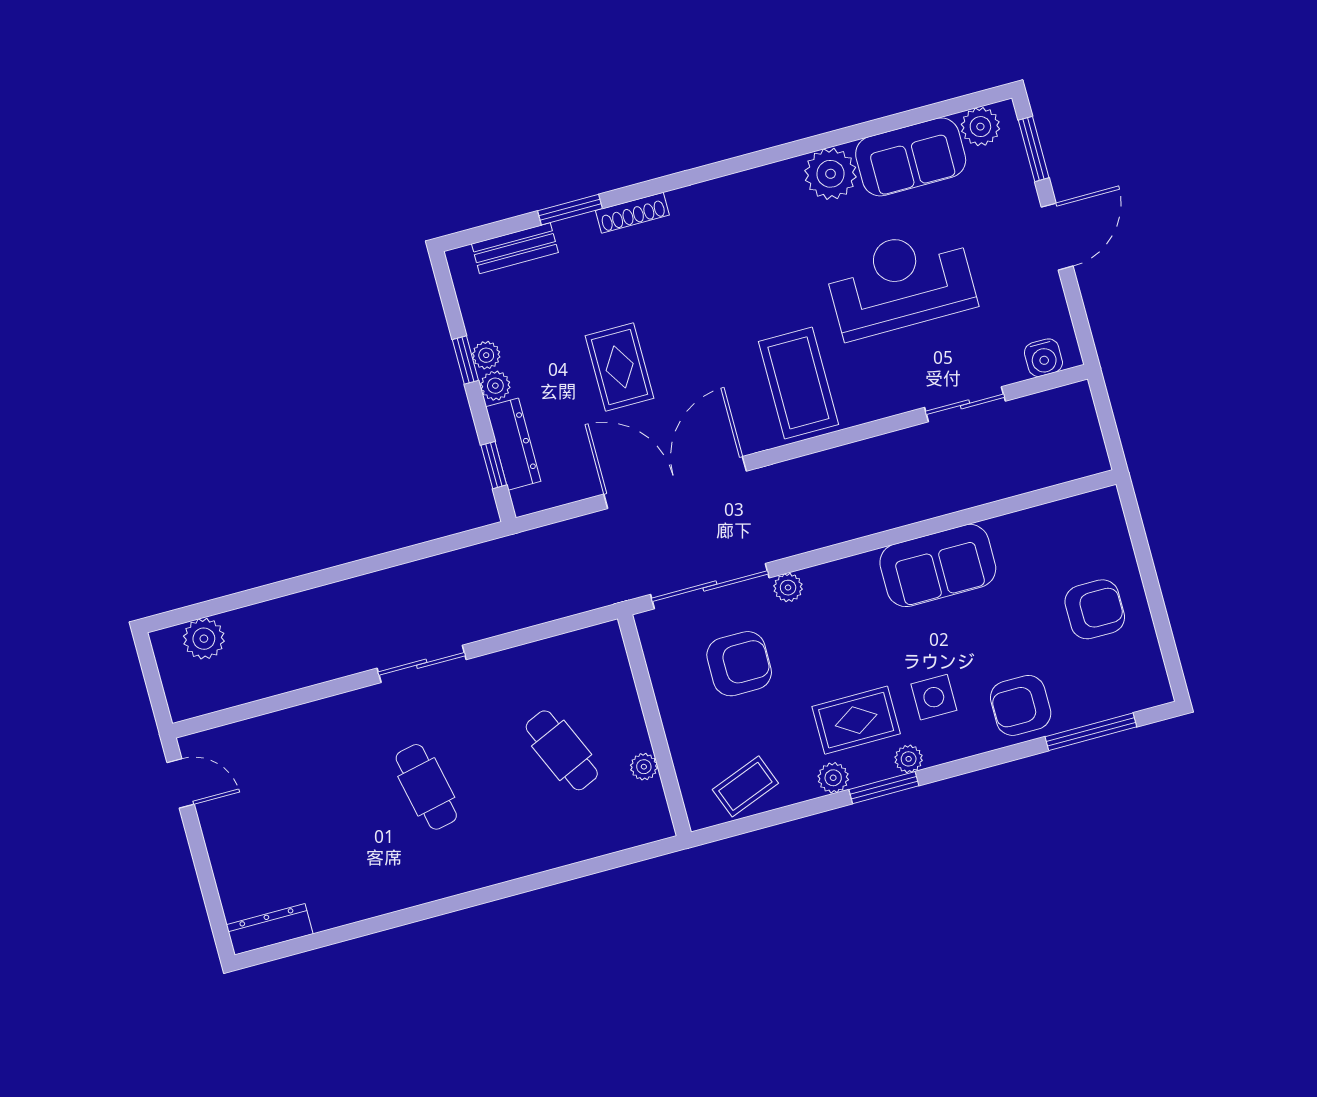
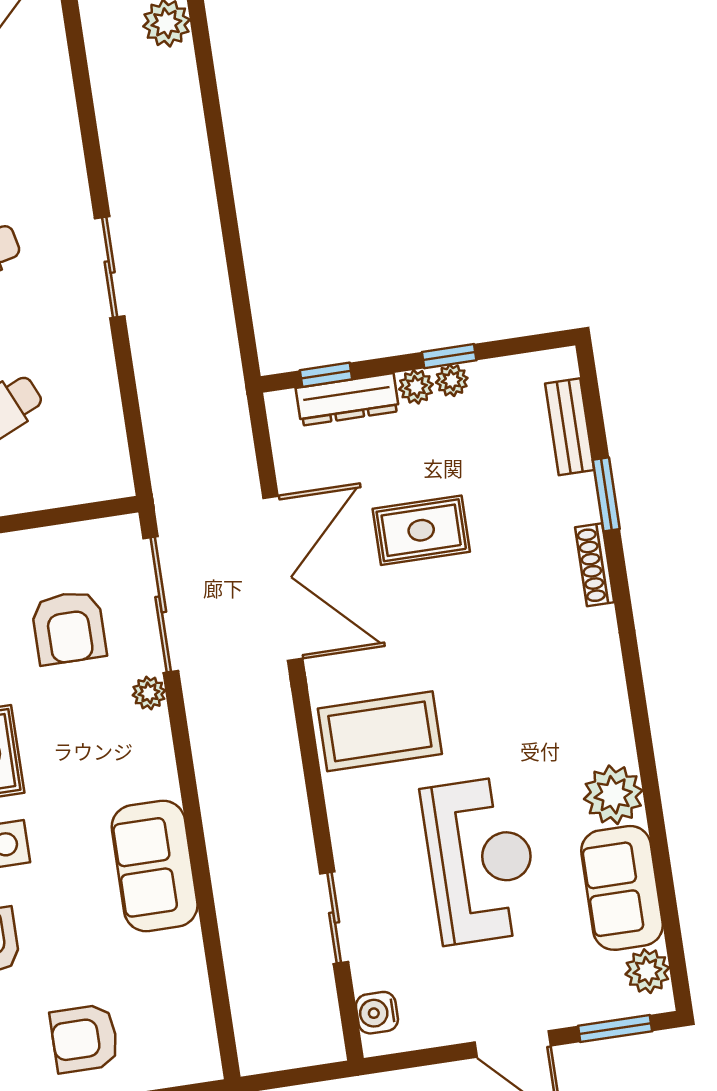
armchair: (1095, 609) -> (84, 1038), turned 90

